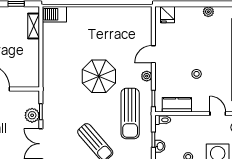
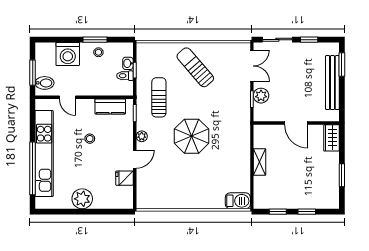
plant: (208, 12) -> (82, 199), width x1.87, depth x1.87
fridge: (167, 15) -> (124, 178), moved, turned -90
shelving: (34, 26) -> (260, 162), moved
sun lounger: (130, 114) -> (159, 97), width x0.73, depth x0.75
toilet: (163, 120) -> (125, 76), moved

